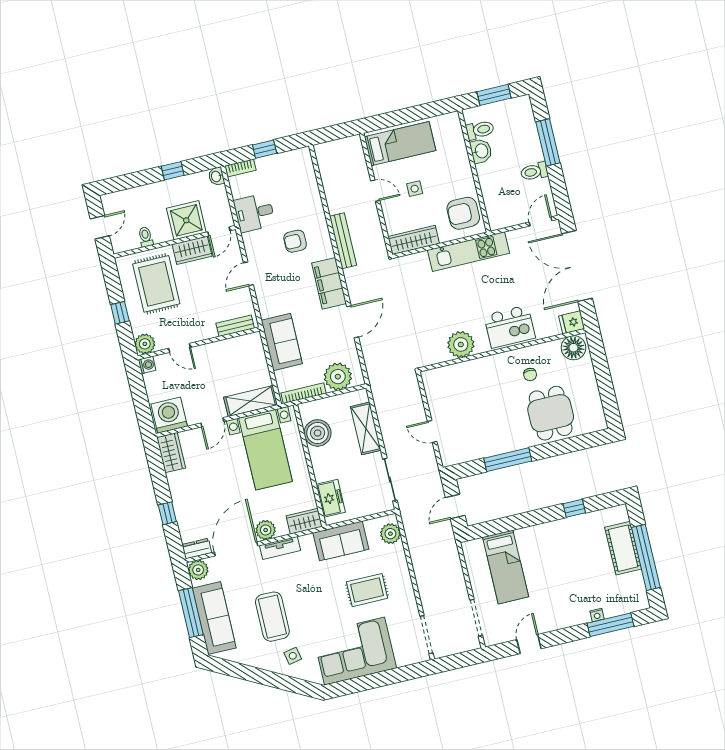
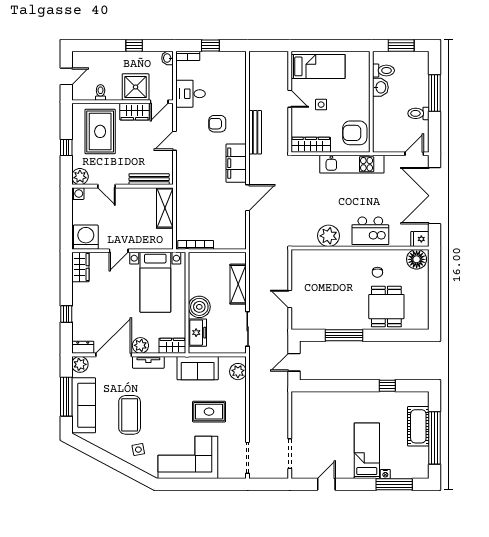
bench: (235, 326) -> (149, 179), width x1.36
sofa: (282, 342) -> (188, 201), removed
plant: (338, 377) -> (226, 238), removed
shelving: (251, 401) -> (165, 208), moved, turned 90
boiler: (318, 433) -> (199, 307), moved
bed: (506, 567) -> (367, 451), moved, turned 180

